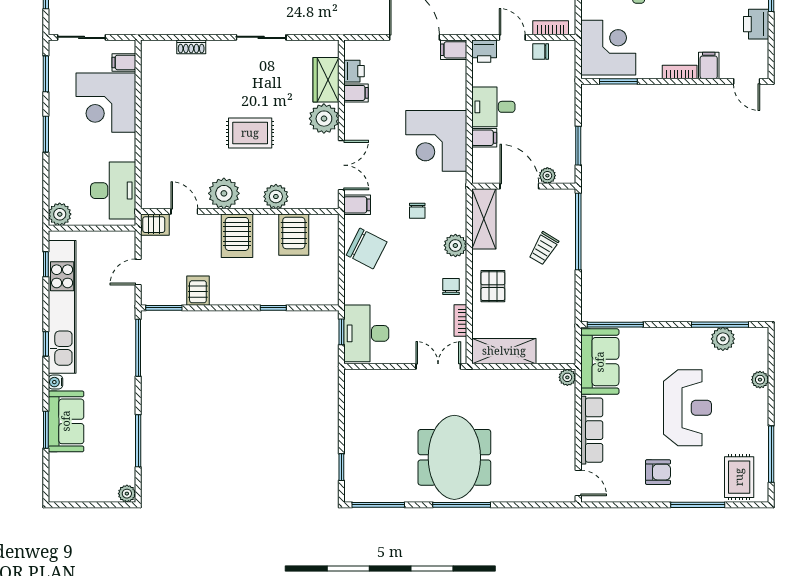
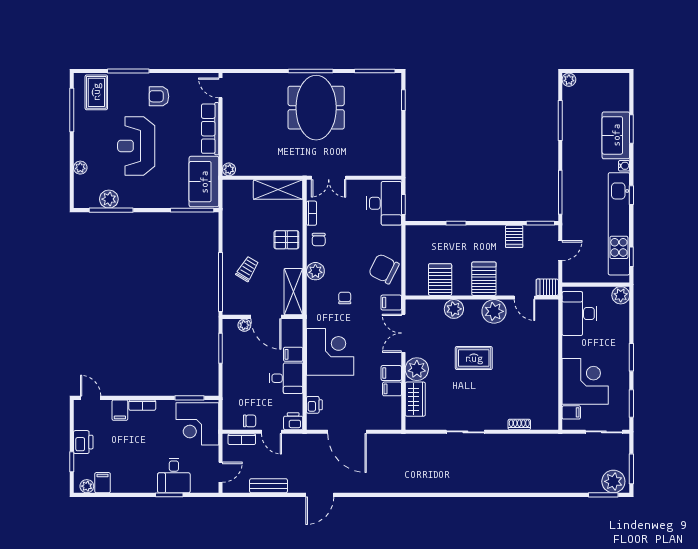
filing cabinet: (454, 50) -> (391, 373), moved, turned 180
printer: (354, 71) -> (314, 405), moved, turned 180
pallet: (493, 286) -> (286, 240), turned 90

